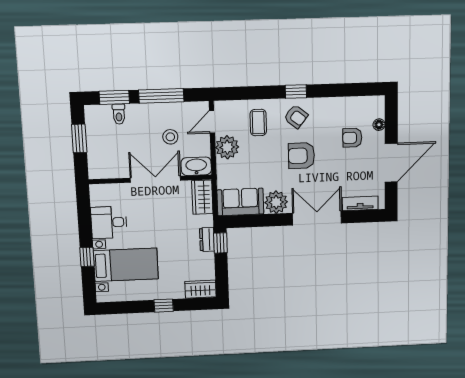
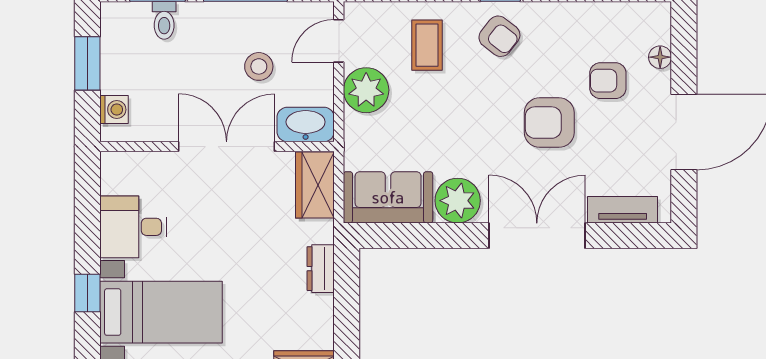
armchair: (301, 156) -> (549, 123), moved
washing machine: (95, 162) -> (114, 110), added
window: (220, 243) -> (347, 277), removed

